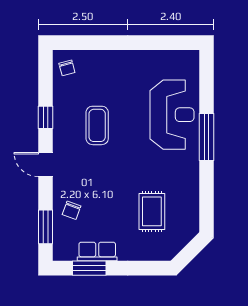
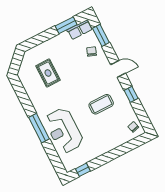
window: (173, 43) -> (83, 170), added
coffee table: (97, 125) -> (101, 104), turned 90
row of seats: (97, 252) -> (80, 30), moved

